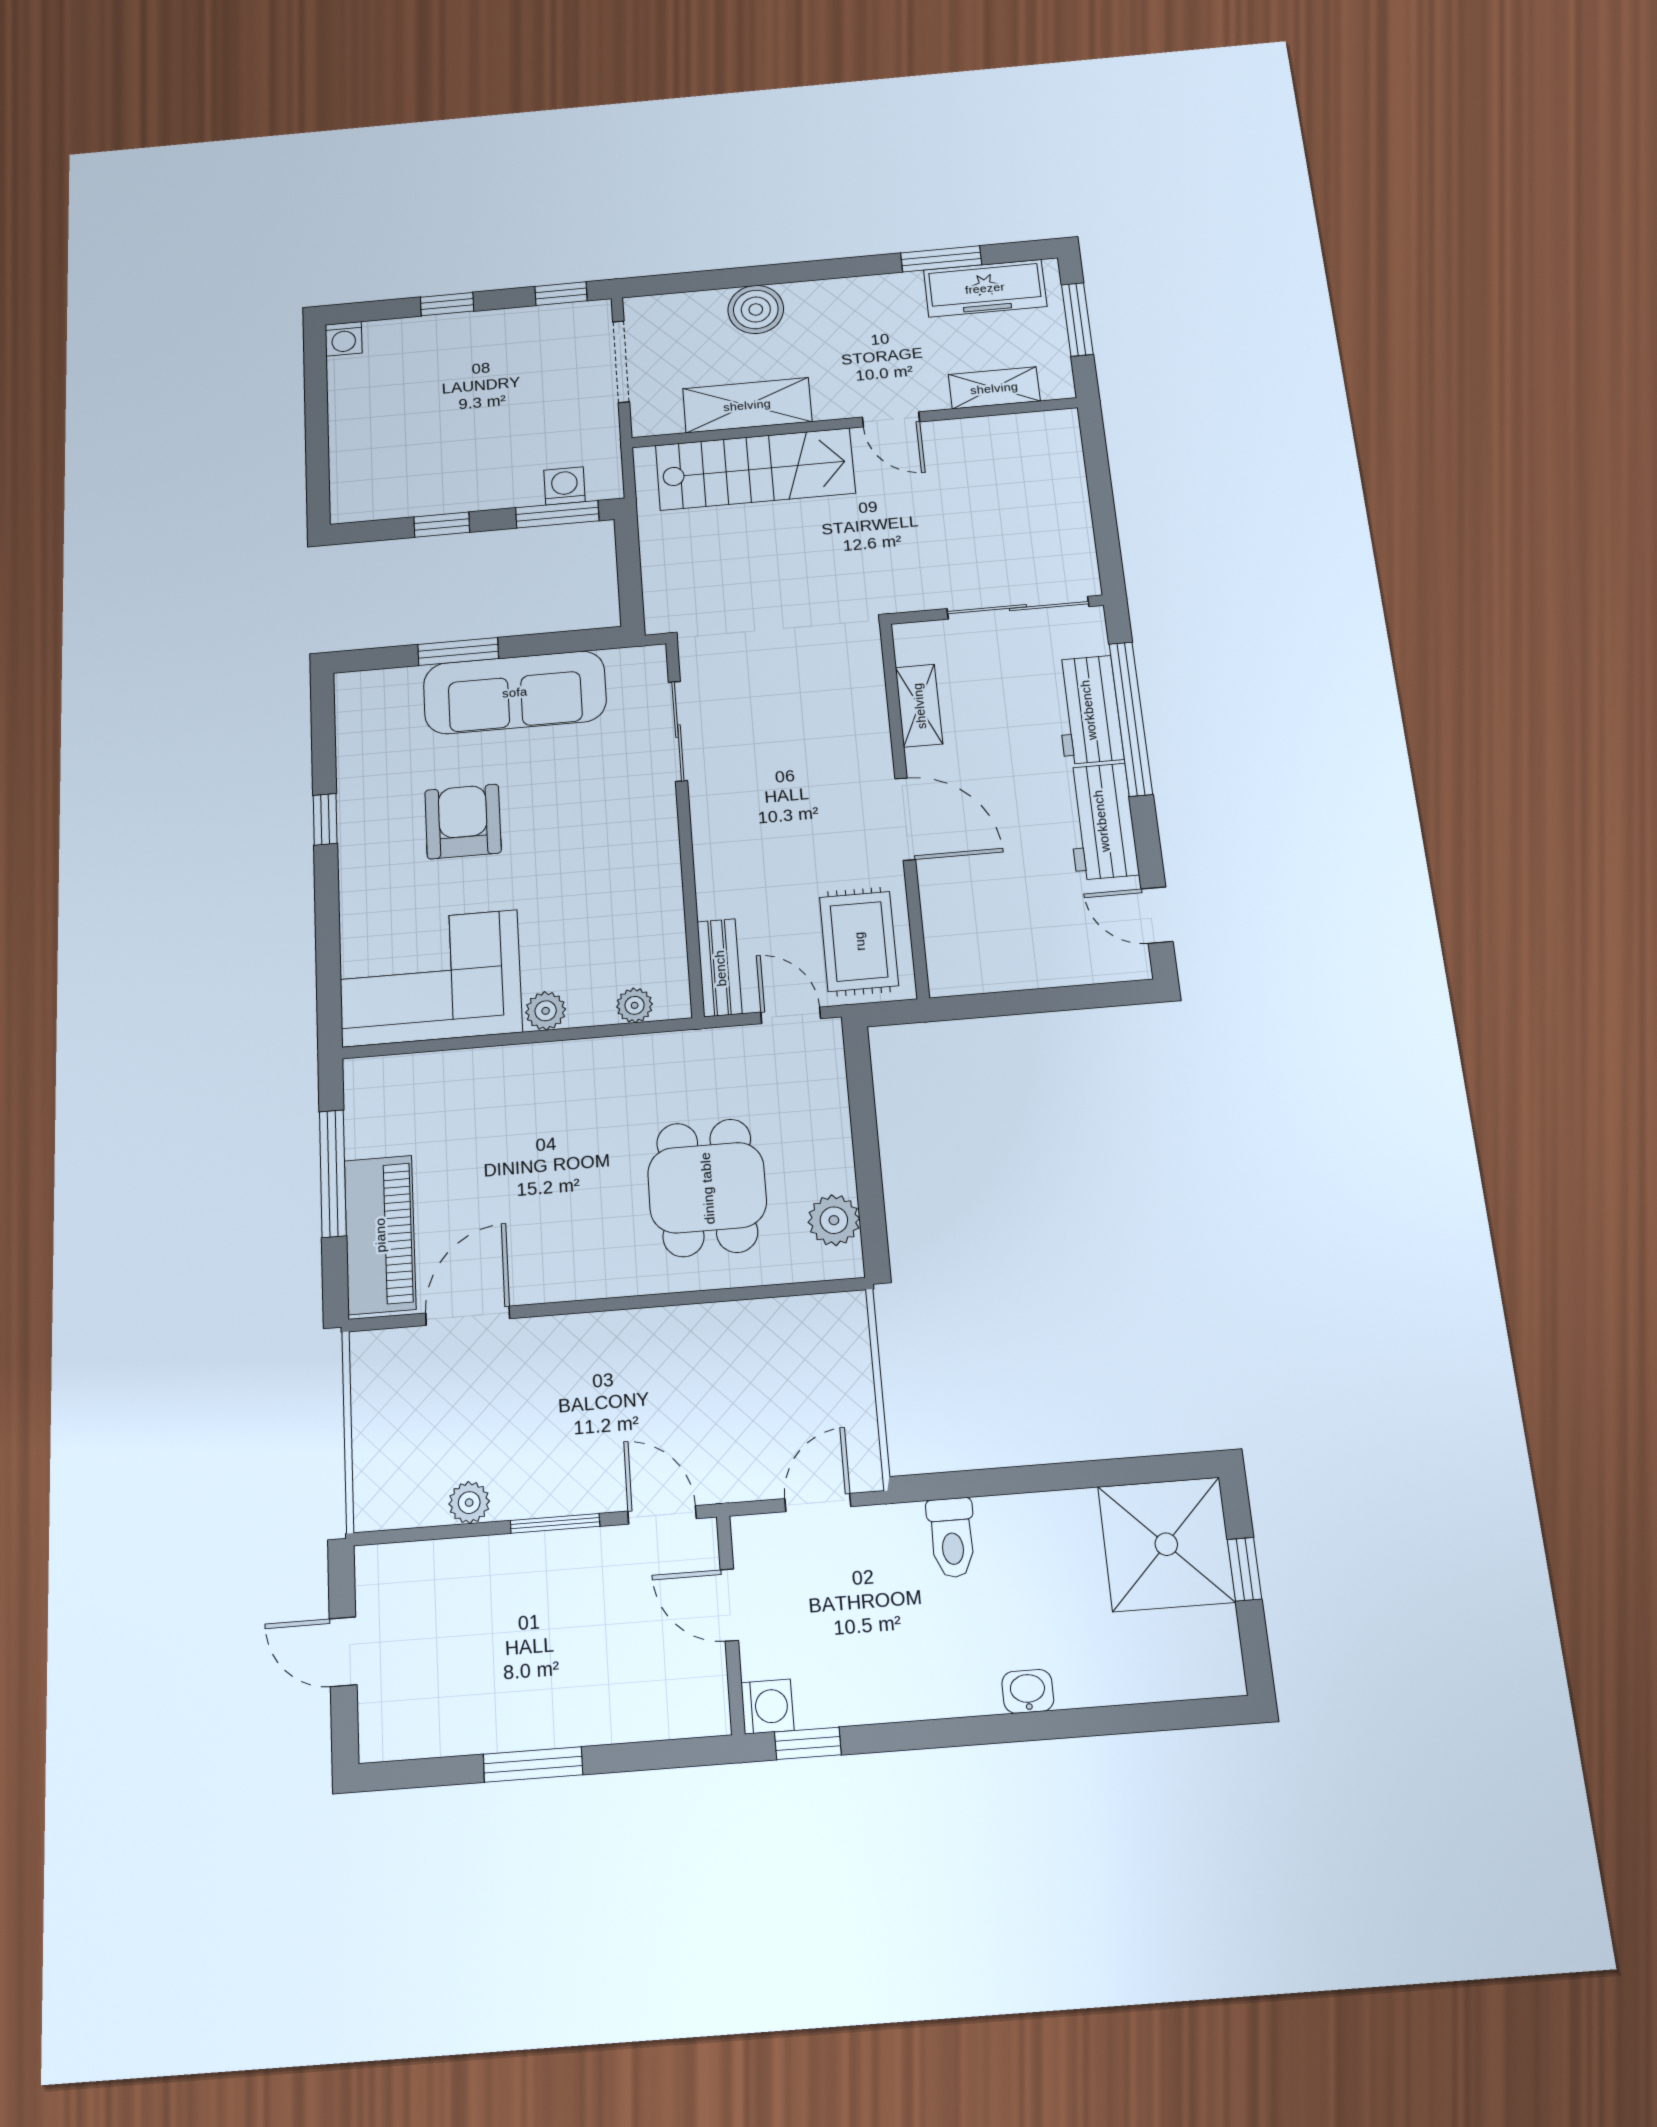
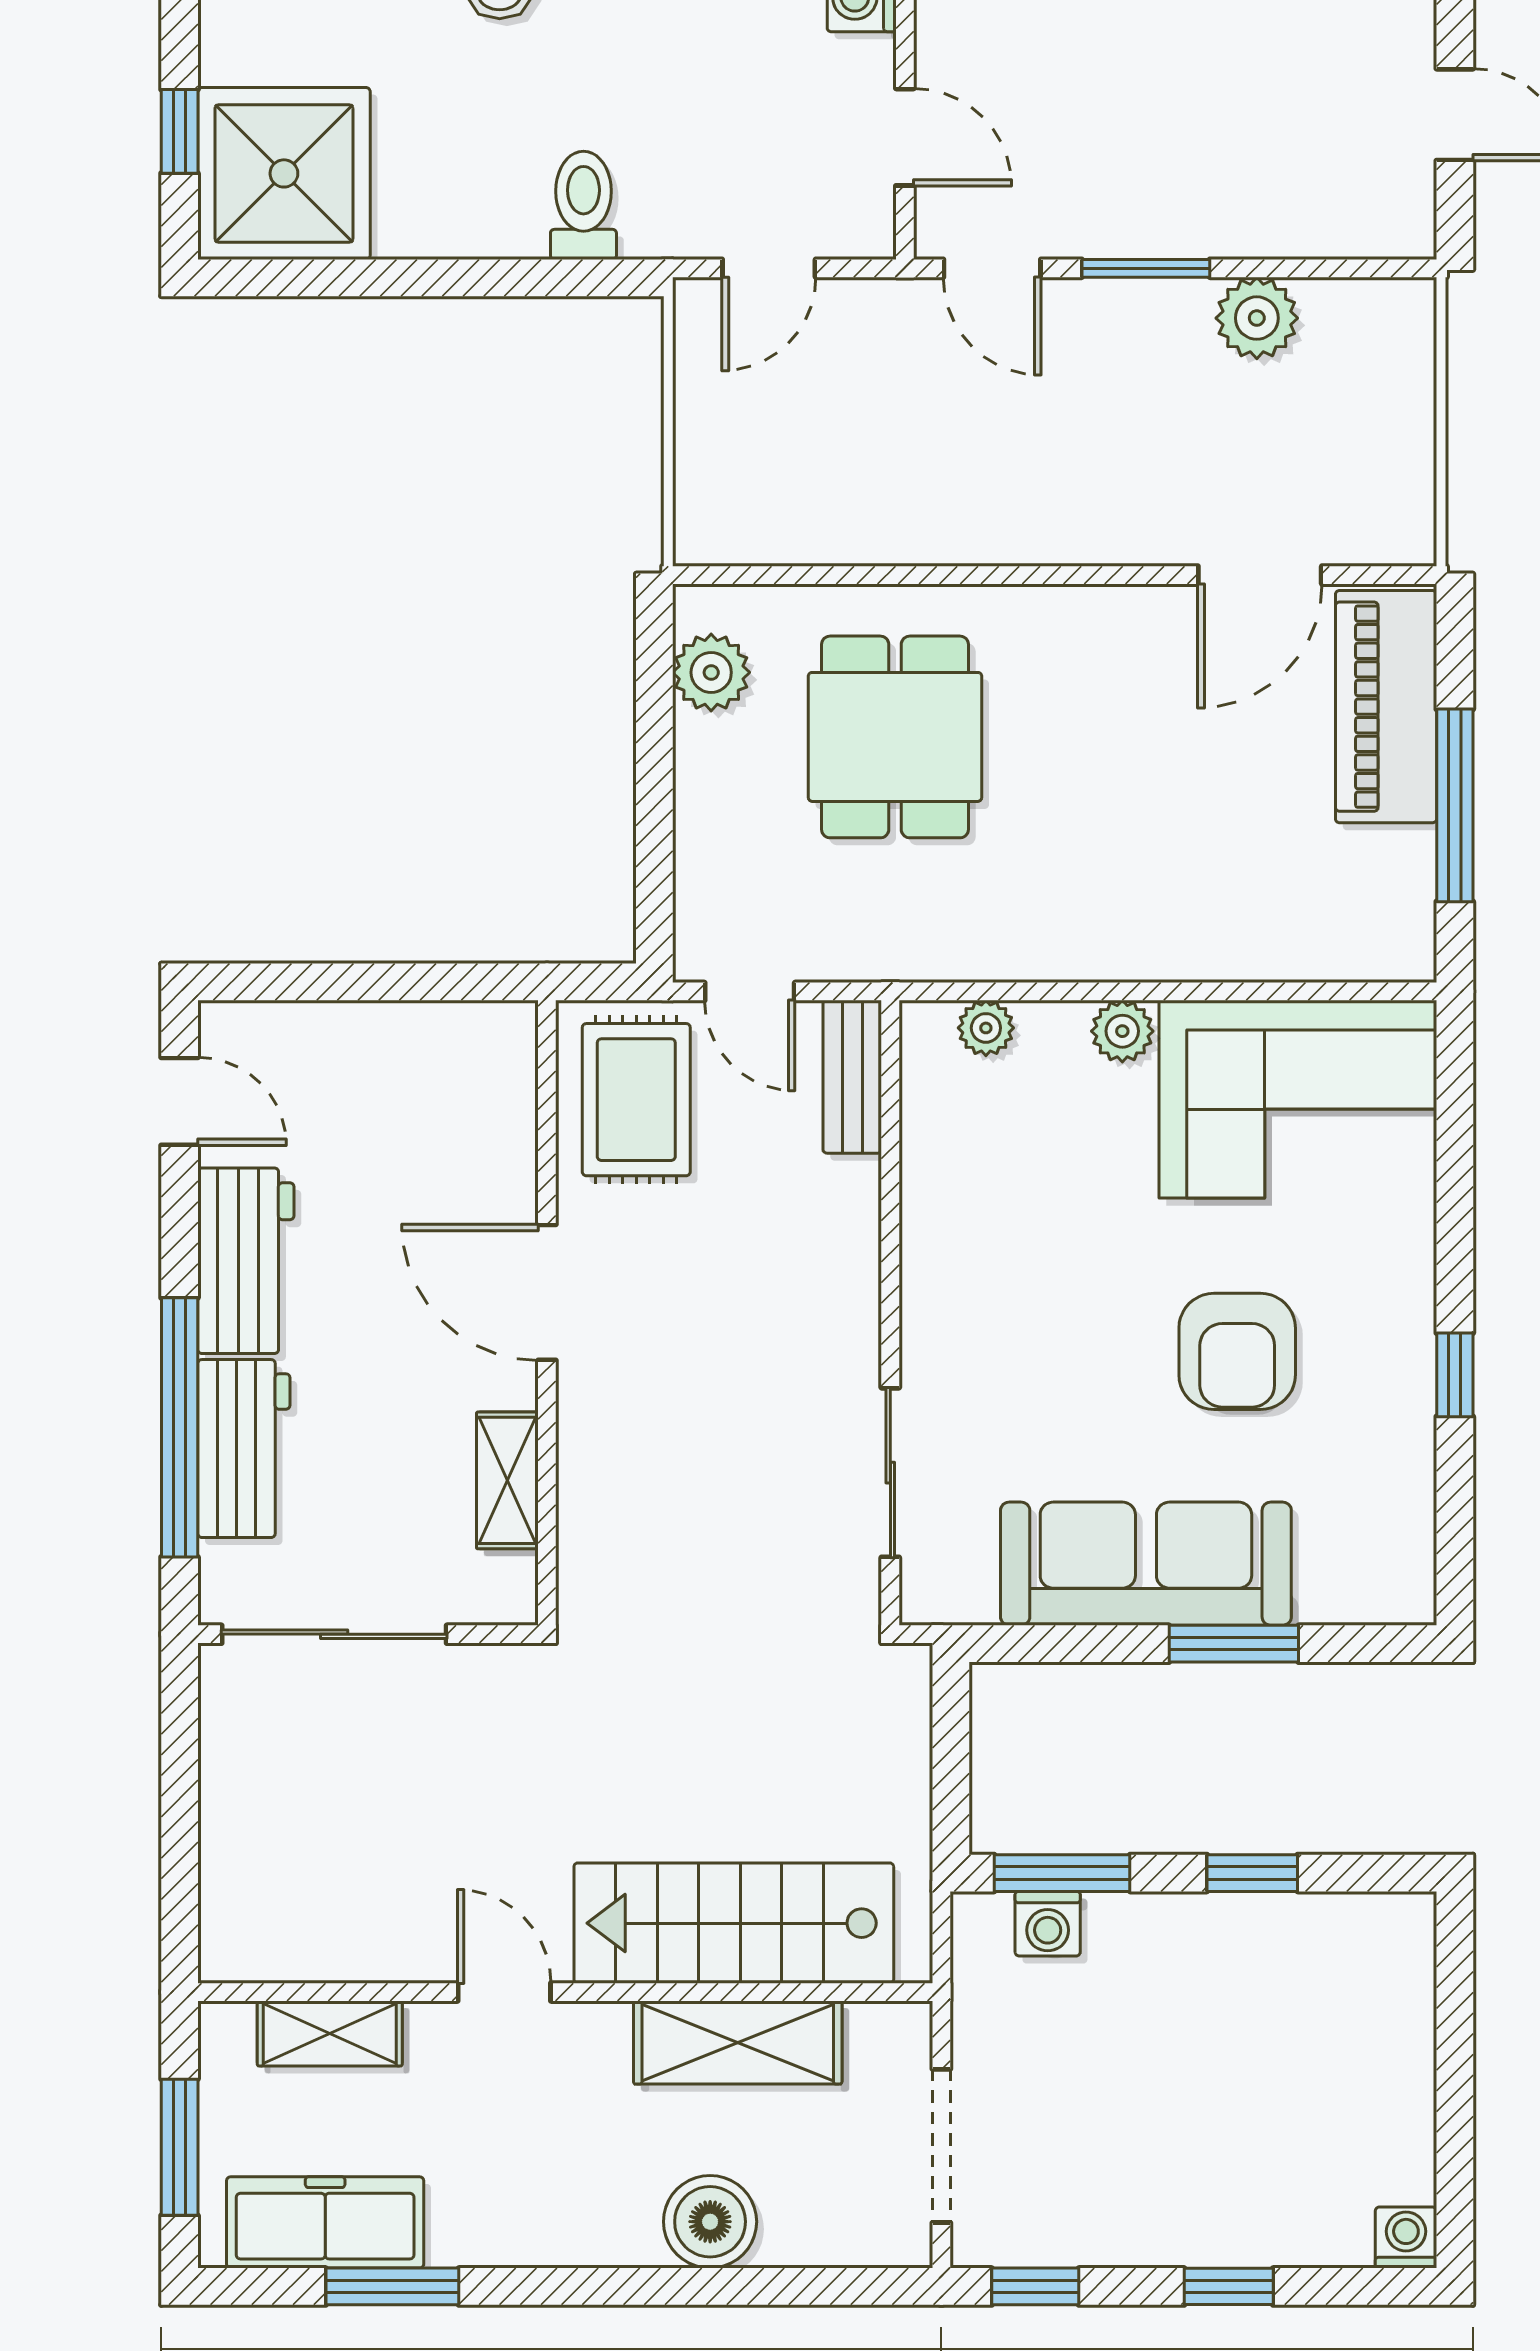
plant: (469, 1503) -> (1257, 318), width x1.38, depth x1.38

